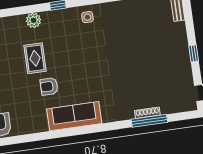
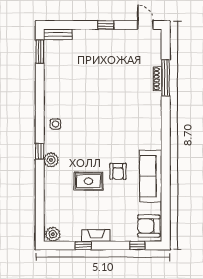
plant: (34, 20) -> (51, 160), moved
sofa: (74, 116) -> (151, 176), moved

